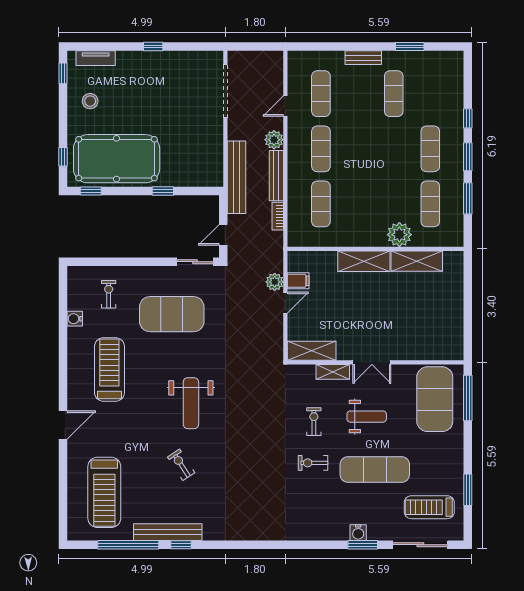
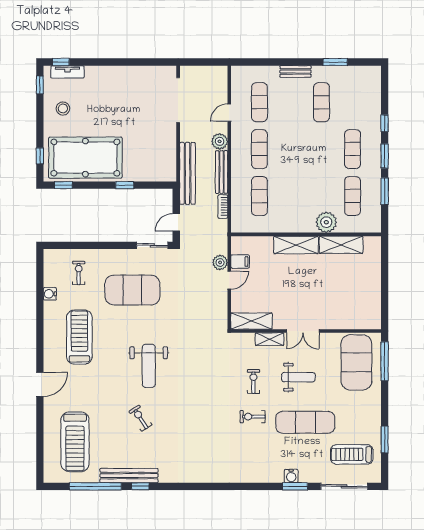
window: (153, 47) -> (61, 62), moved

